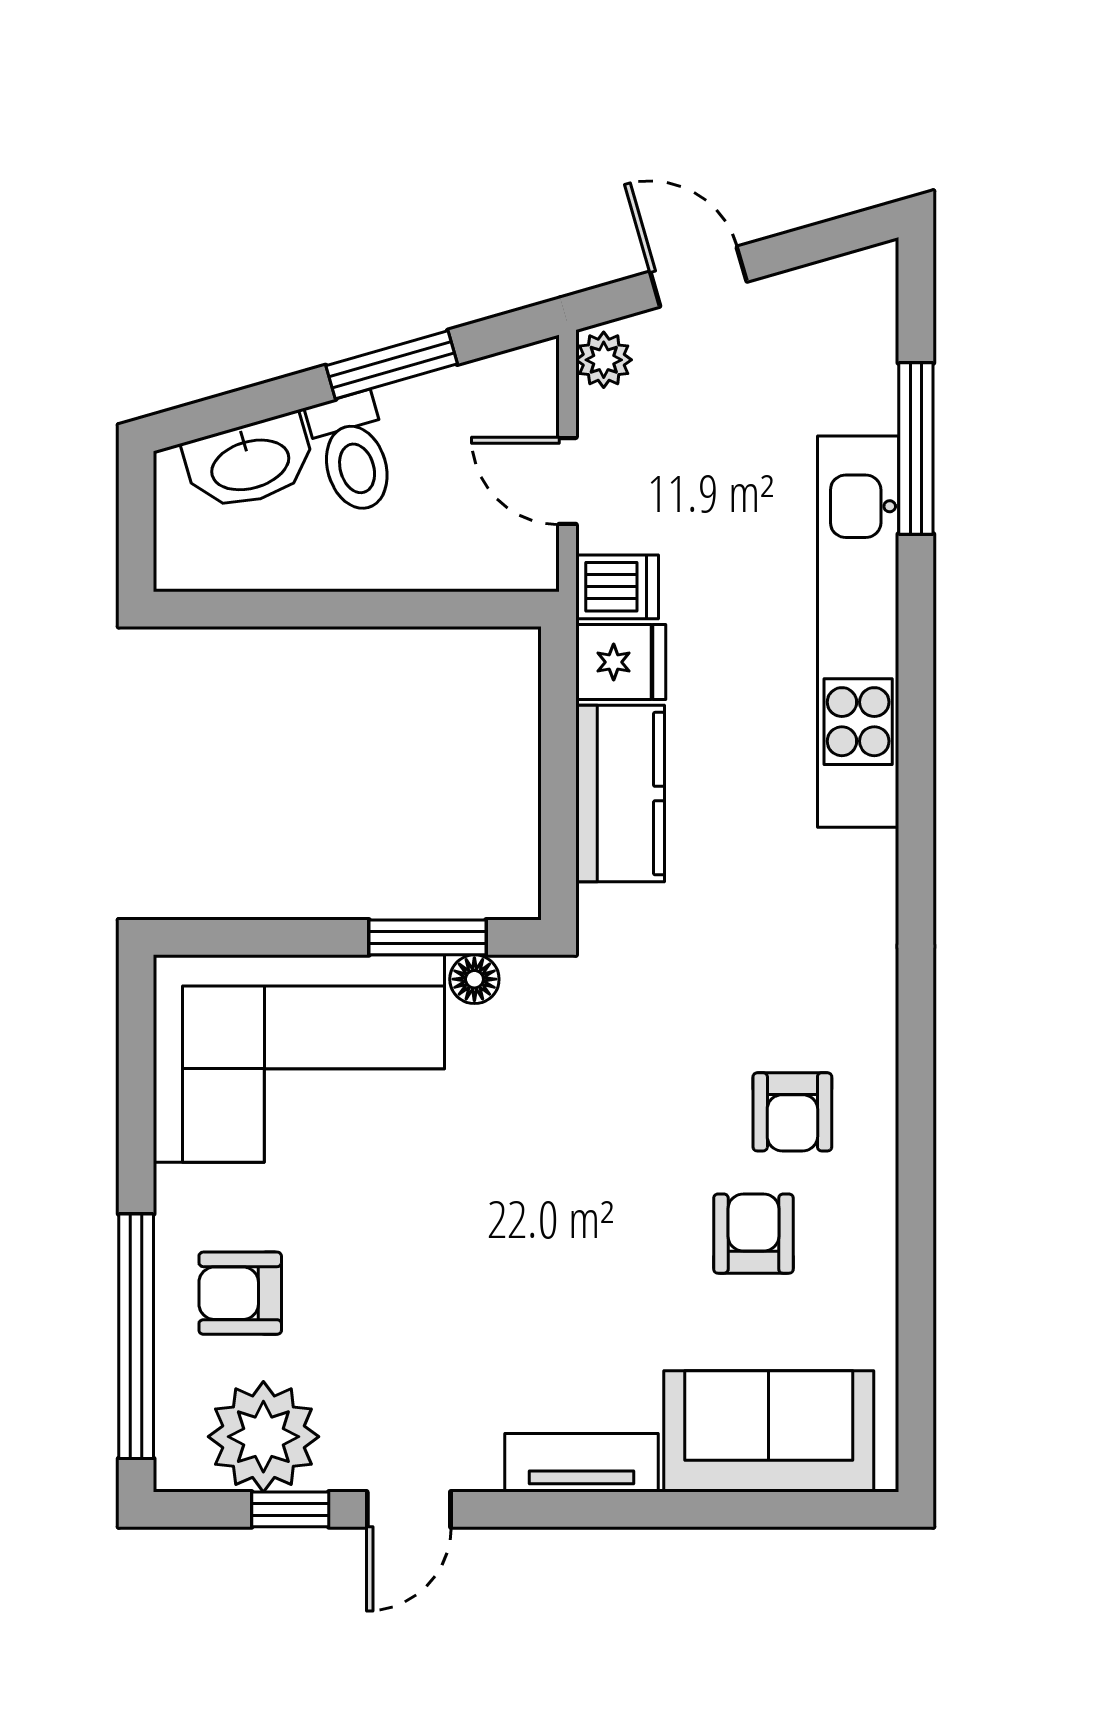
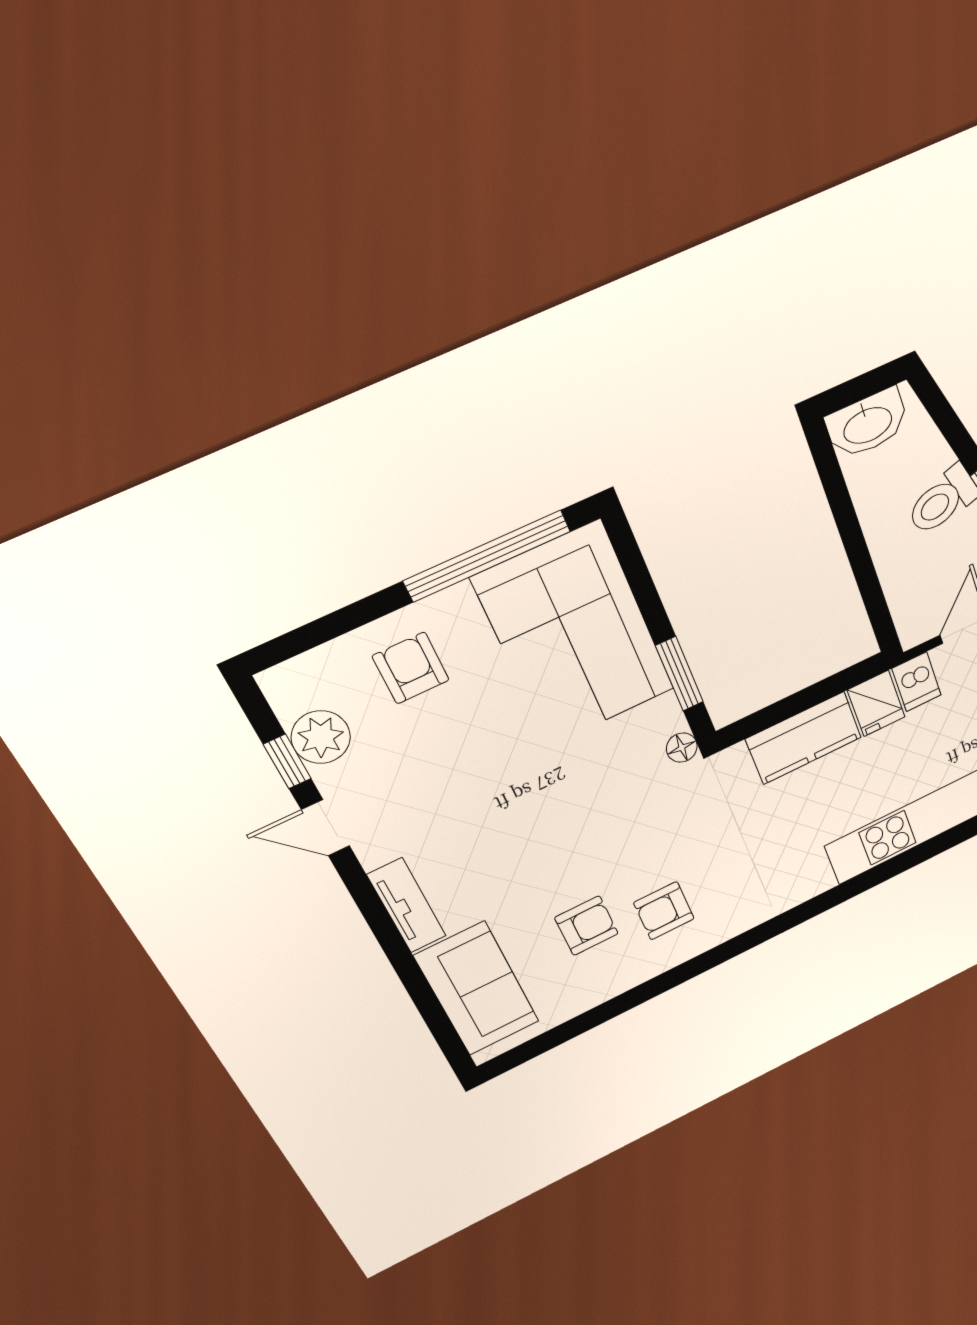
washbasin: (250, 463) -> (867, 424), moved, turned -74
floor lamp: (474, 979) -> (682, 748), moved
window: (136, 1336) -> (487, 556), moved
plant: (263, 1437) -> (321, 737), width x0.73, depth x0.73

